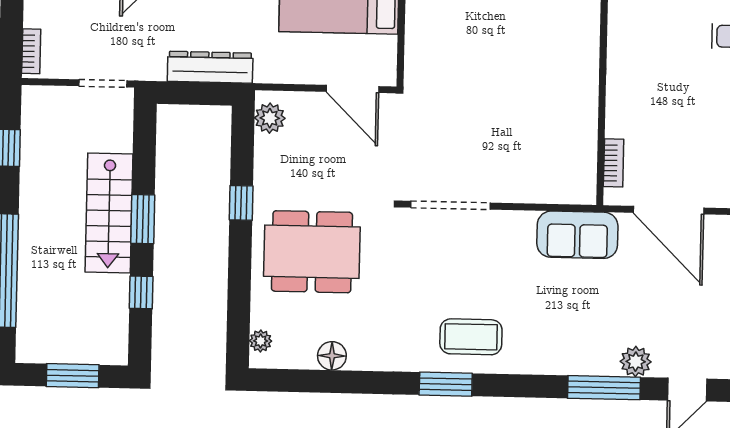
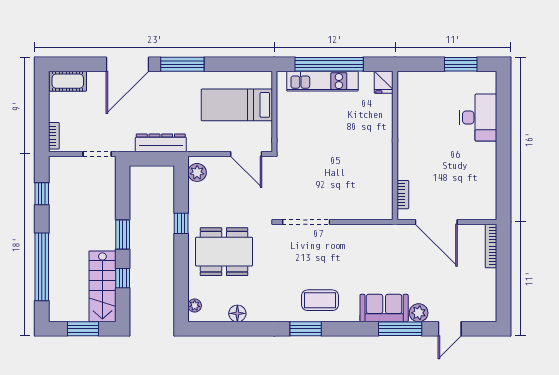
stairs: (109, 213) -> (102, 286), moved
sofa: (577, 235) -> (384, 308), moved, turned 180

